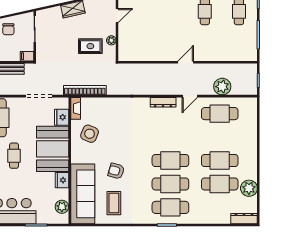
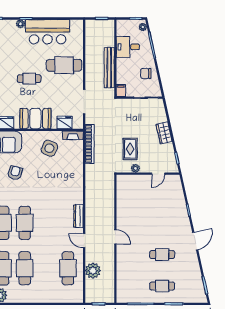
door: (117, 16) -> (158, 174), hinge flipped
booth: (53, 149) -> (35, 119), width x0.73, depth x0.70

